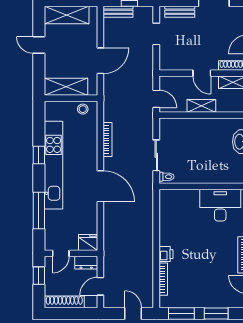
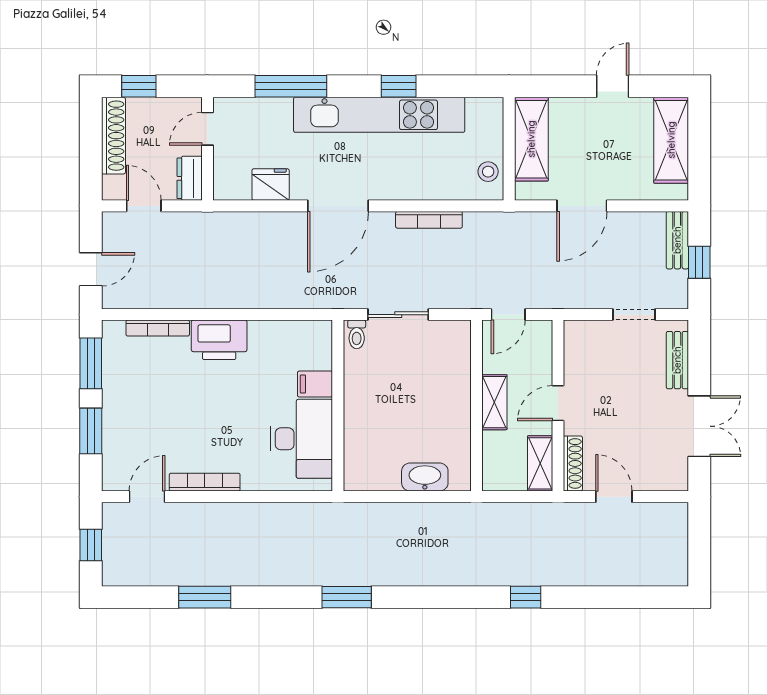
door: (100, 61) -> (582, 206), hinge flipped
filing cabinet: (192, 198) -> (315, 384), added
fridge: (88, 242) -> (271, 185), moved, turned -90
door: (61, 253) -> (207, 129), hinge flipped
printer: (166, 254) -> (219, 340), width x1.87, depth x1.48
window: (39, 276) -> (139, 86), moved

